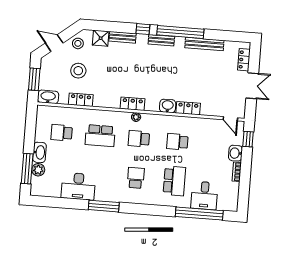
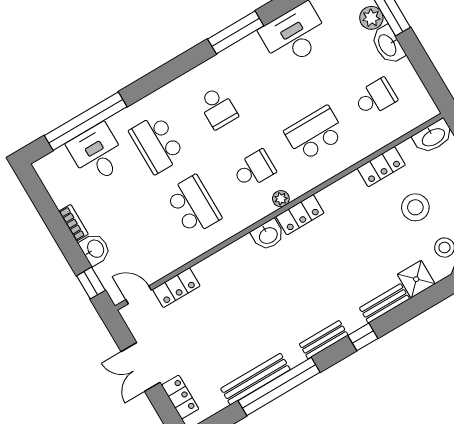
window: (180, 32) -> (279, 387), moved
washbasin: (168, 106) -> (268, 235), moved
locker: (188, 108) -> (176, 288), moved
school desk: (177, 142) -> (193, 205), width x1.85

